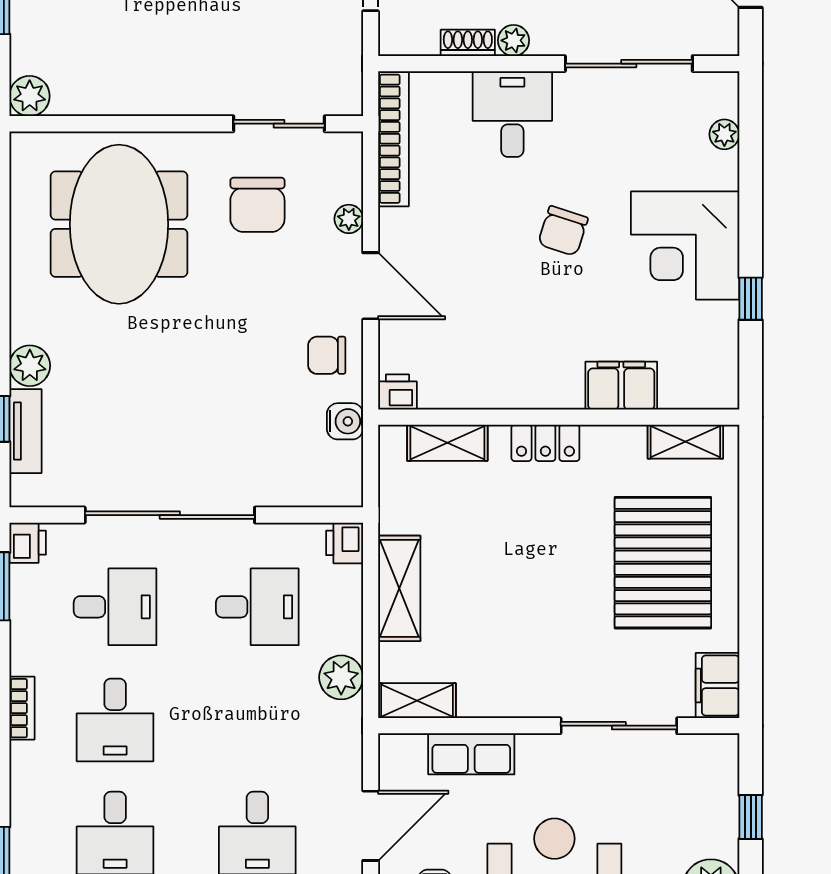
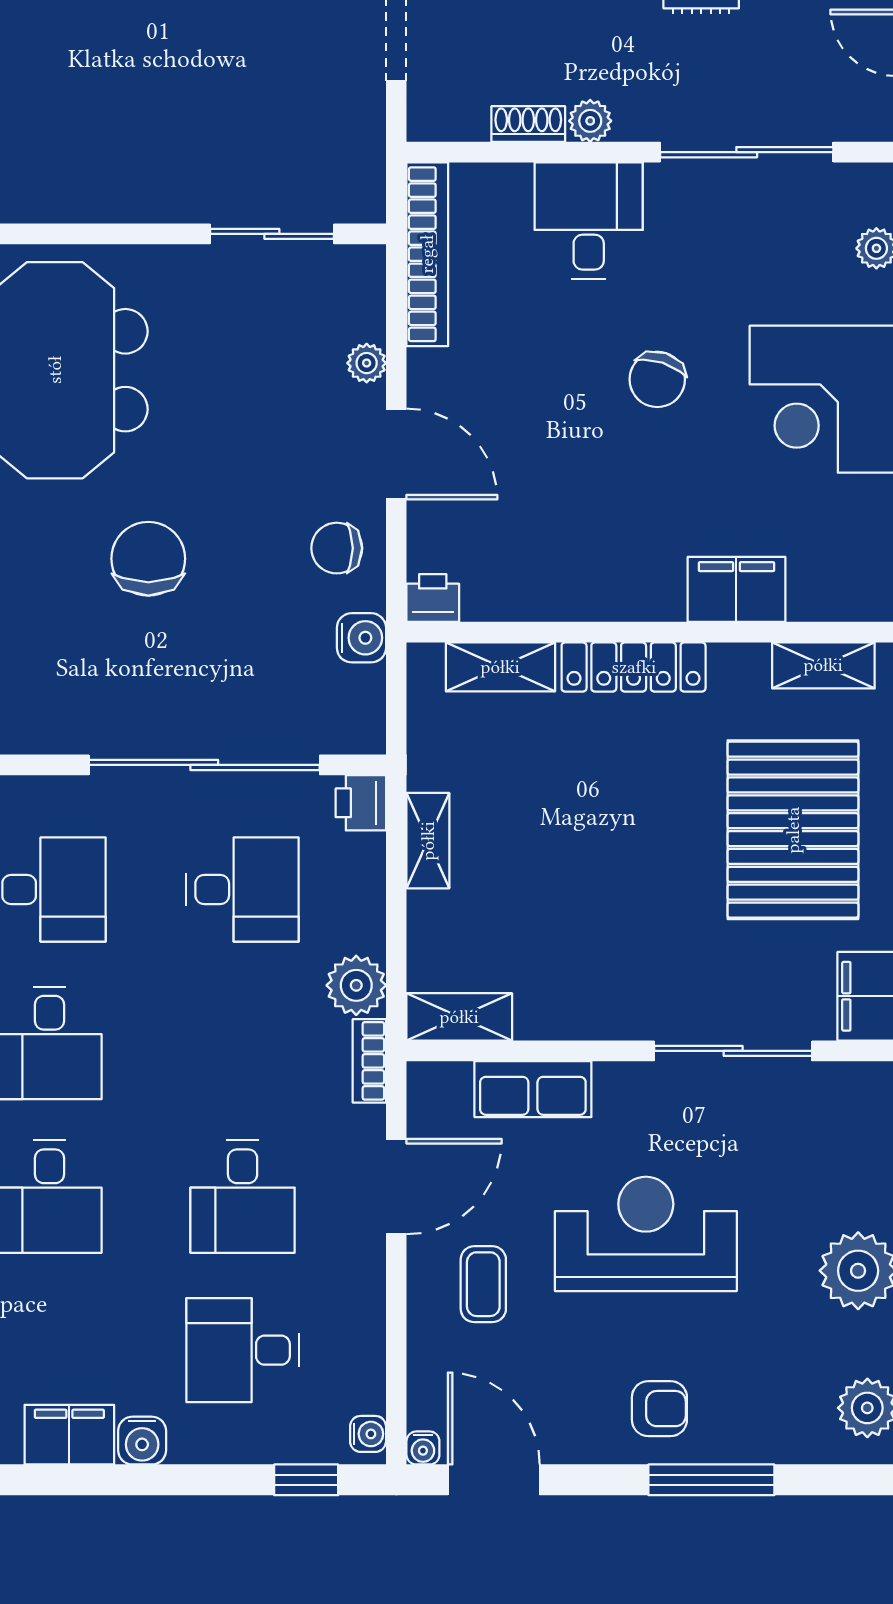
chair: (257, 205) -> (148, 559), moved, turned 180
locker: (545, 443) -> (634, 667), width x1.53
sliding door: (170, 515) -> (204, 765), moved
shelving: (399, 588) -> (428, 841), width x0.67, depth x0.75
bookcase: (351, 733) -> (369, 1061), added

